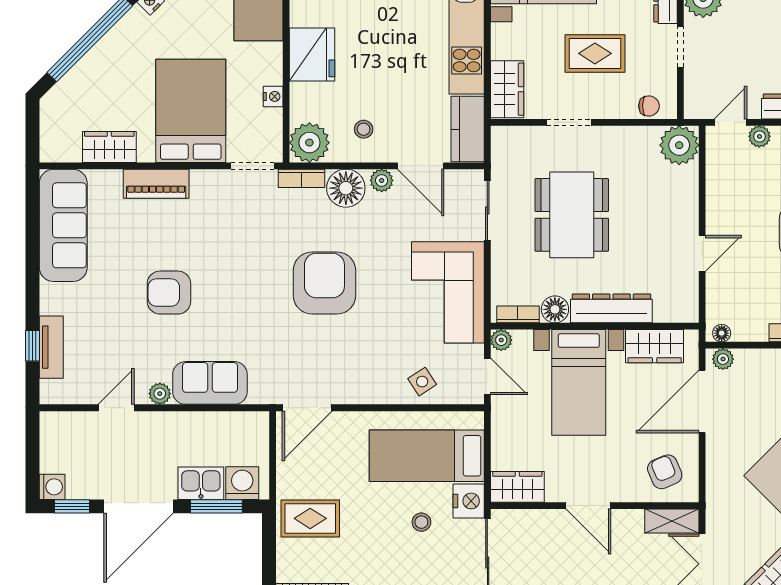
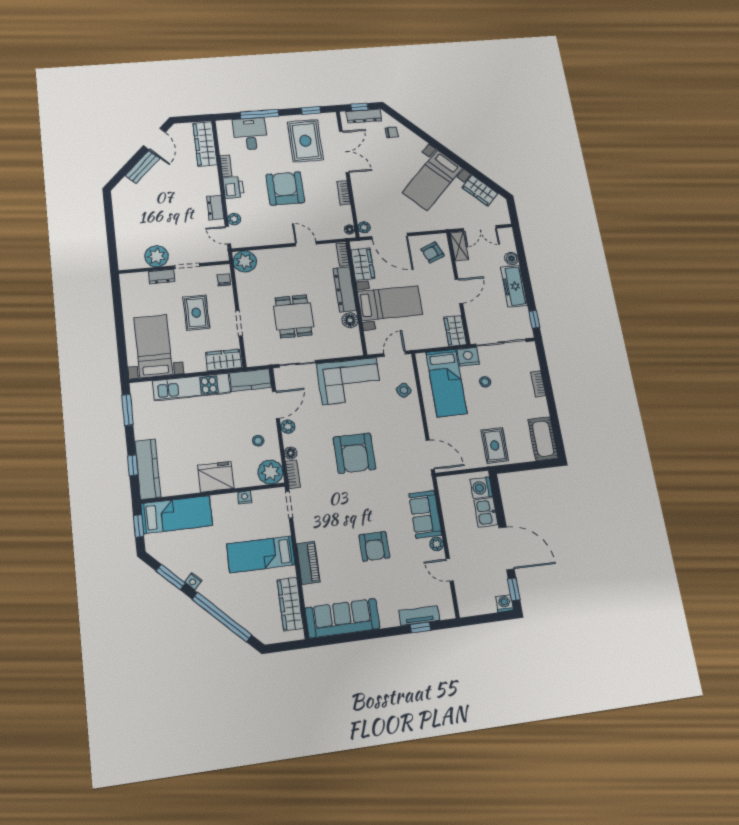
bed: (191, 111) -> (261, 554), width x0.67
wardrobe: (109, 147) -> (290, 604), width x1.50
floor lamp: (346, 188) -> (291, 453), width x0.53, depth x0.53
dining table: (572, 215) -> (294, 316), width x0.73
armchair: (324, 283) -> (354, 453), turned -90
bookcase: (518, 314) -> (343, 255), moved
plant: (501, 340) -> (372, 348), removed
window: (216, 506) -> (498, 501), removed

